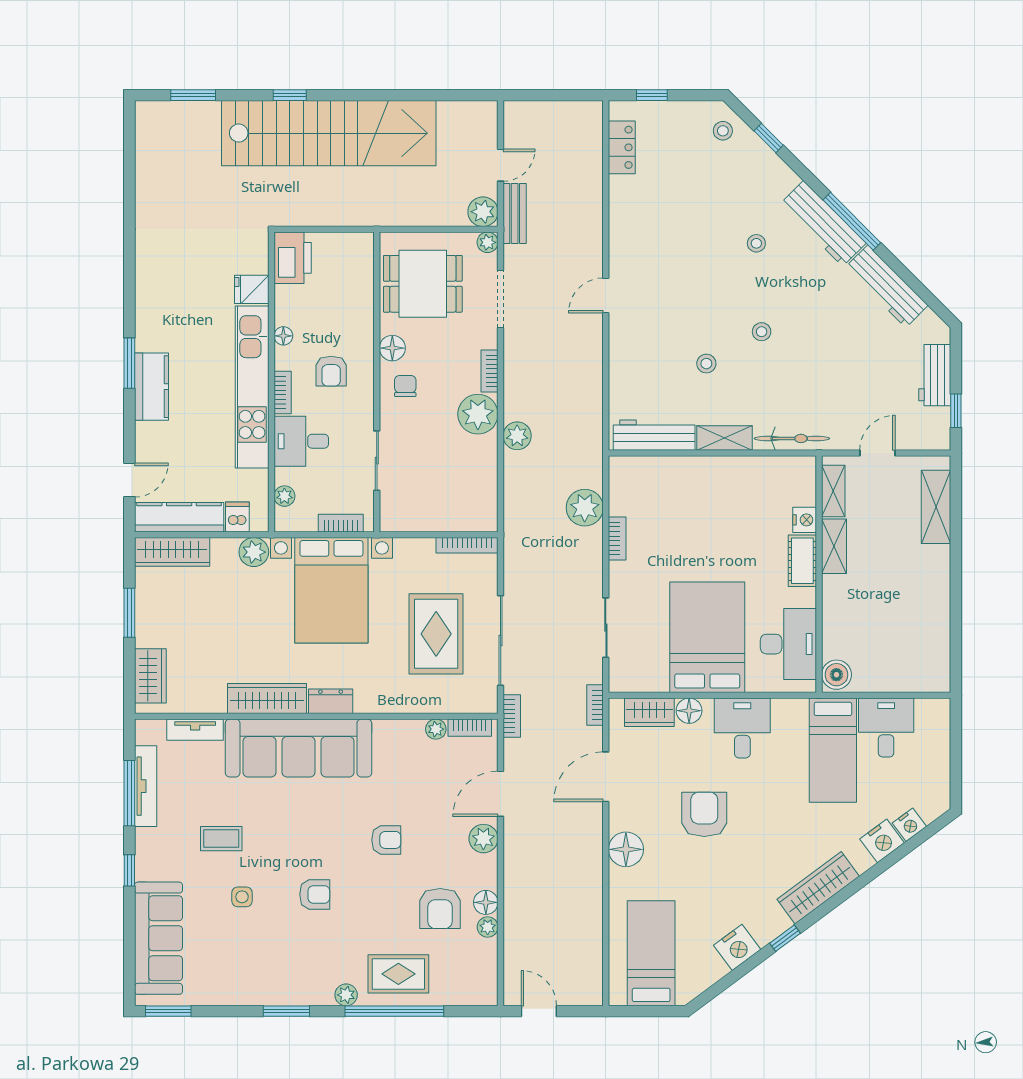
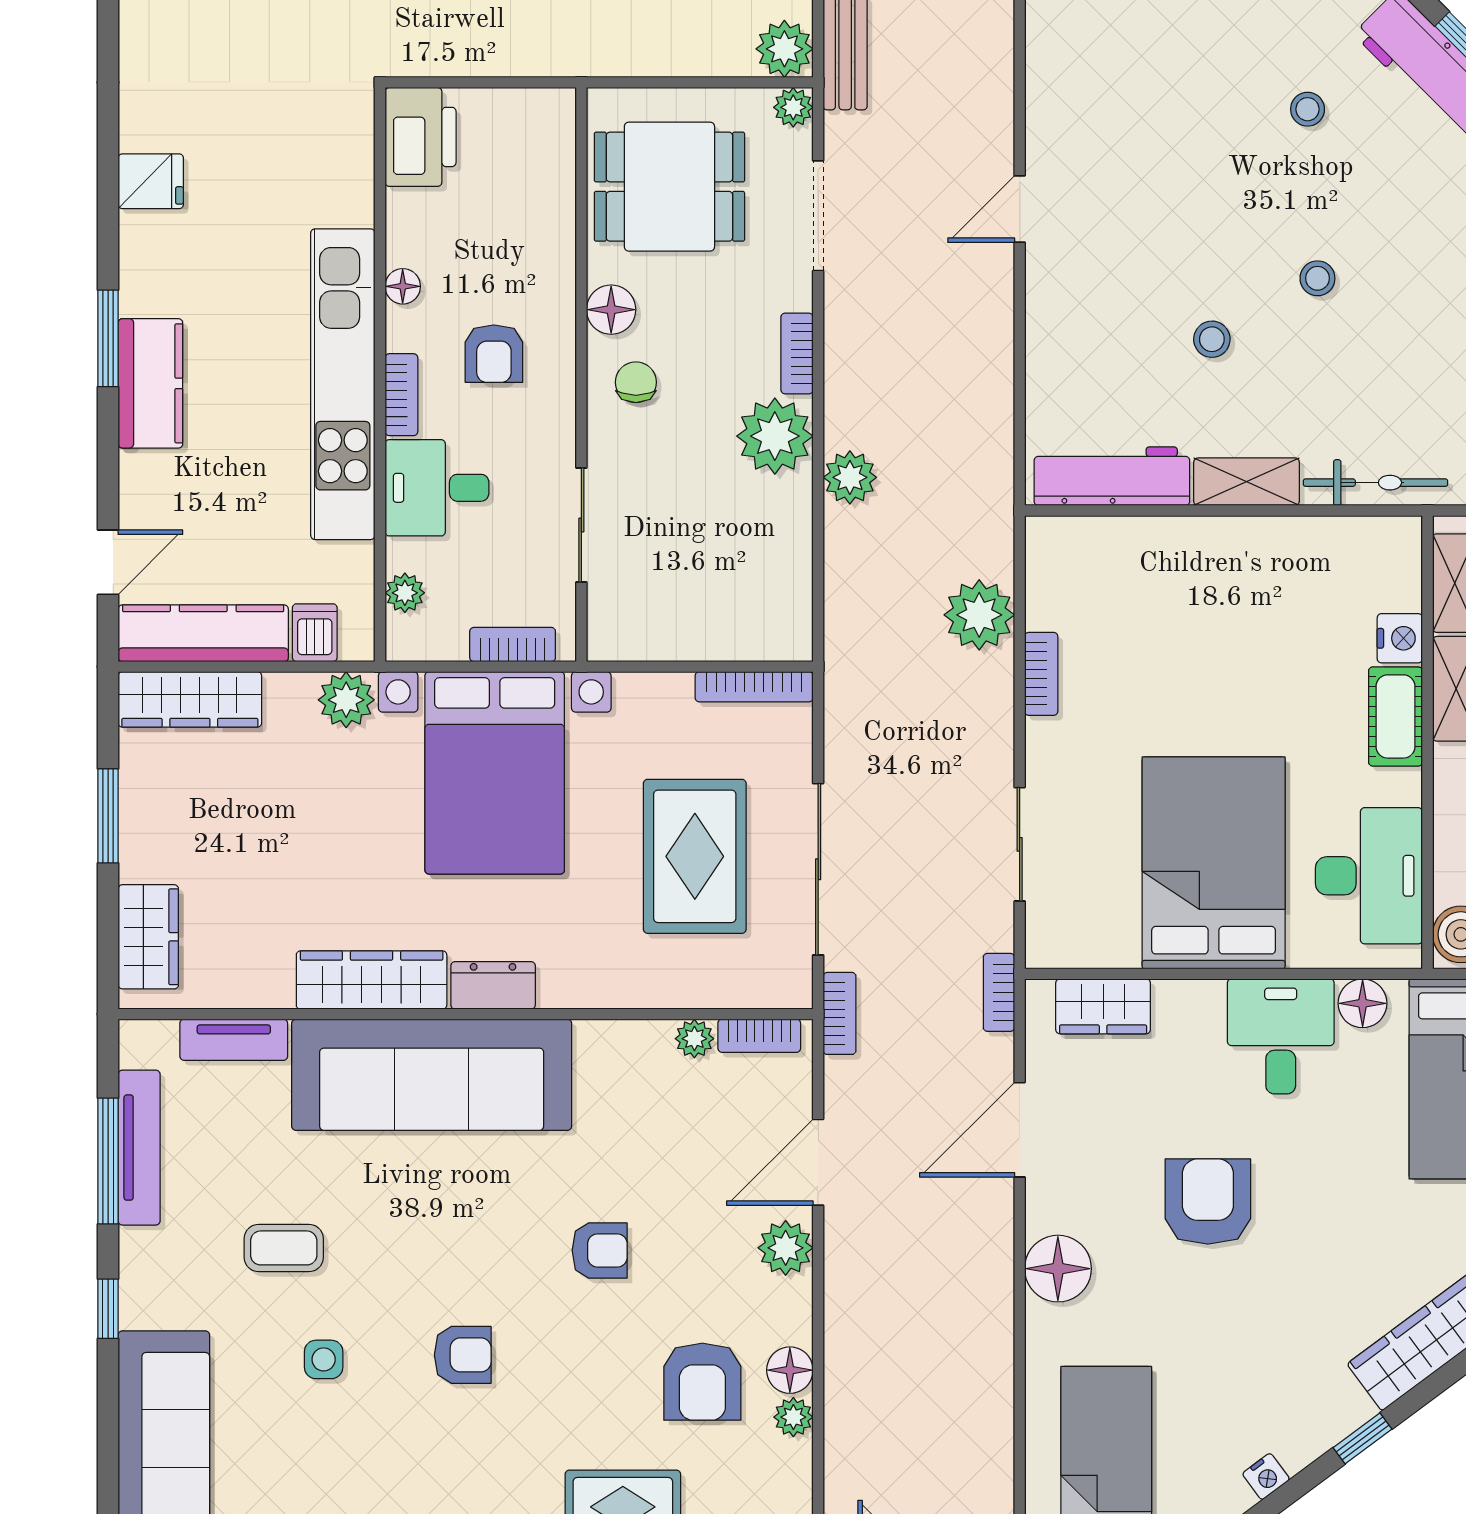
fridge: (252, 289) -> (151, 181), moved, turned 180
floor lamp: (689, 711) -> (1363, 1003), moved
nightstand: (737, 947) -> (1266, 1476), width x0.53, depth x0.56

